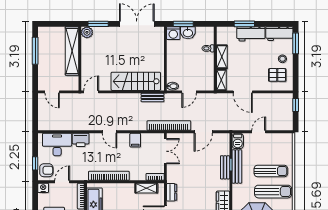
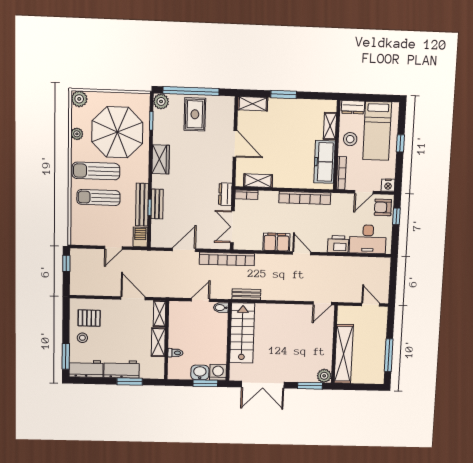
stairs: (136, 81) -> (242, 333), moved, turned -90
window: (296, 105) -> (66, 263), moved
filing cabinet: (135, 140) -> (276, 242), width x2.00
dresser: (172, 192) -> (225, 194), moved

